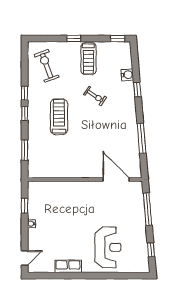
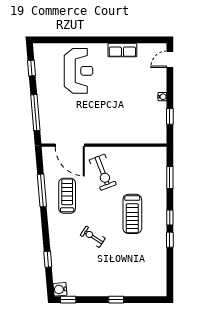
treadmill: (88, 59) -> (67, 196), moved
exercise bike: (47, 66) -> (103, 172), moved
water cooler: (127, 75) -> (60, 289), moved
window: (137, 89) -> (48, 259), moved
reception desk: (108, 247) -> (79, 71), turned 180

